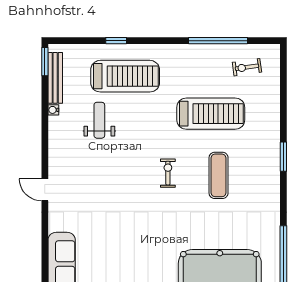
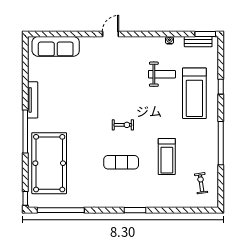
window: (218, 41) -> (221, 143), moved
bench: (55, 78) -> (198, 42), width x0.73
treadmill: (211, 114) -> (167, 157), width x0.73, depth x0.73

